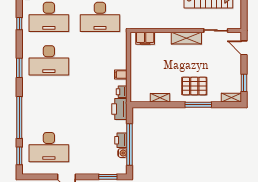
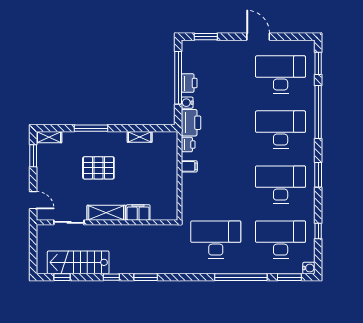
filing cabinet: (145, 38) -> (138, 212), moved
pallet: (194, 86) -> (98, 168), moved
desk: (49, 104) -> (281, 129), added
water cooler: (122, 153) -> (187, 103), moved

